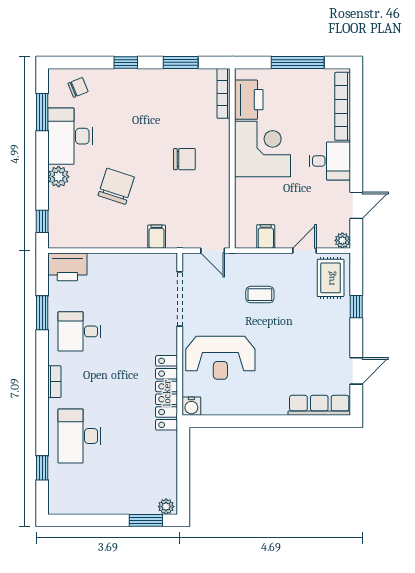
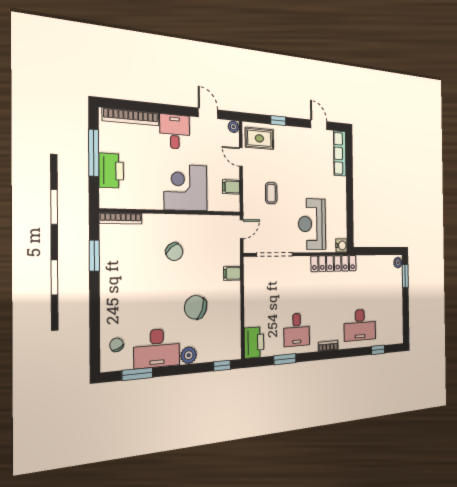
window: (126, 62) -> (95, 304), removed
printer: (249, 100) -> (111, 171), moved, turned 90
corner desk: (263, 149) -> (186, 188), moved
chair: (184, 159) -> (174, 252), turned 141
reception desk: (220, 358) -> (312, 224), turned 180

